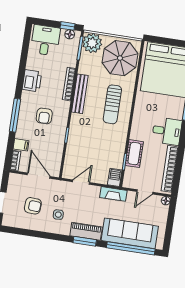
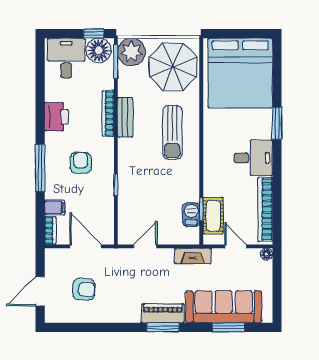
floor lamp: (70, 34) -> (99, 50), width x1.89, depth x1.89
bench: (80, 94) -> (125, 117), width x0.73
armchair: (44, 116) -> (81, 163), turned 180
cot: (134, 154) -> (213, 216), moved
barbecue: (115, 177) -> (191, 215), moved
door: (145, 192) -> (236, 246), swing flipped
side table: (58, 215) -> (121, 296), removed
window: (131, 248) -> (228, 327), width x0.47

